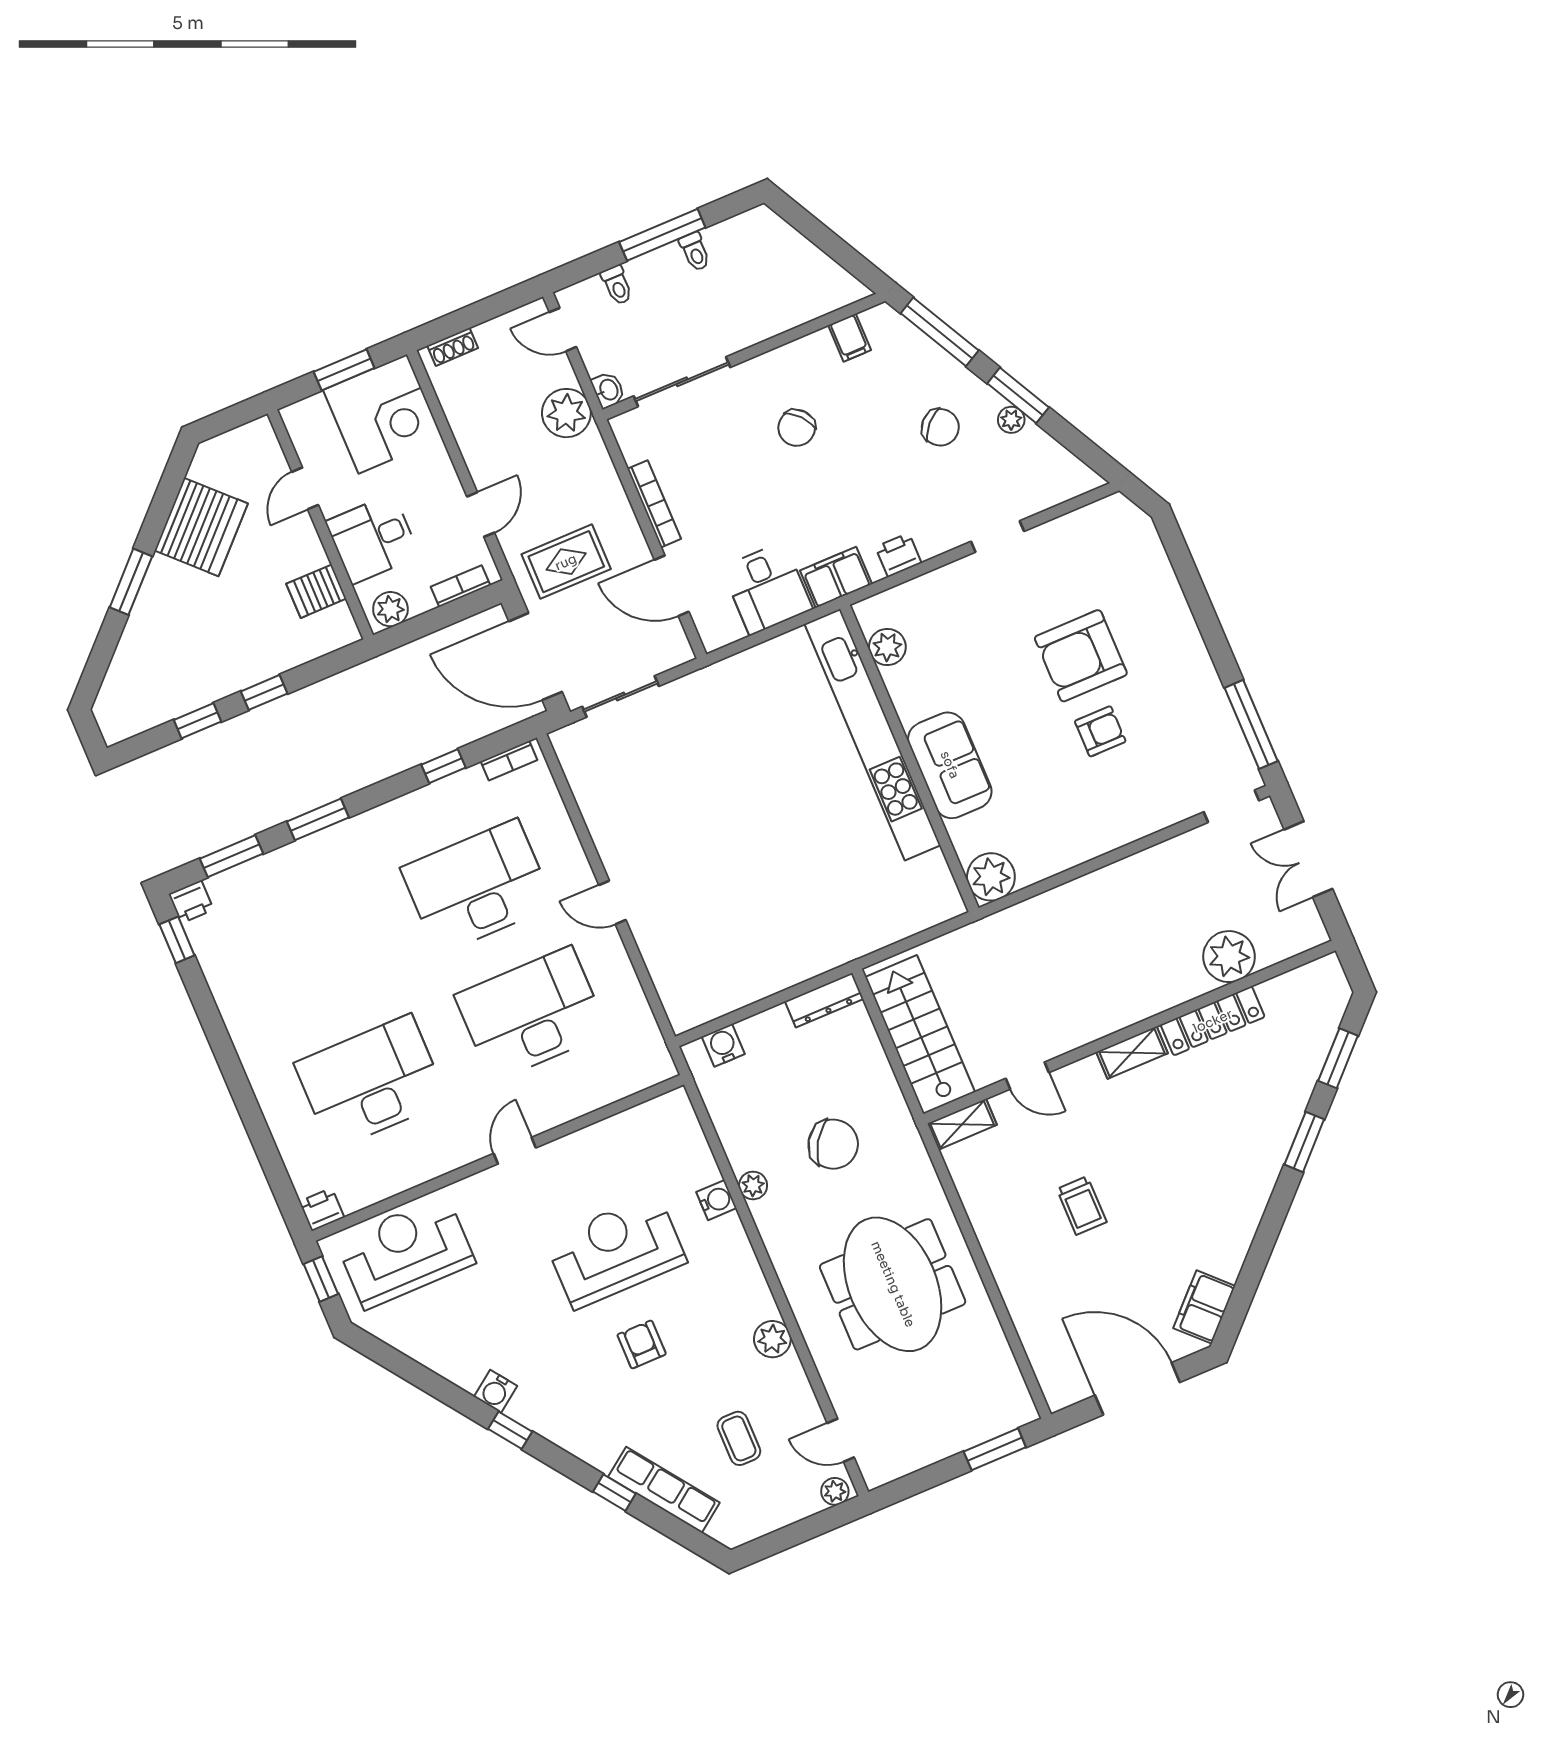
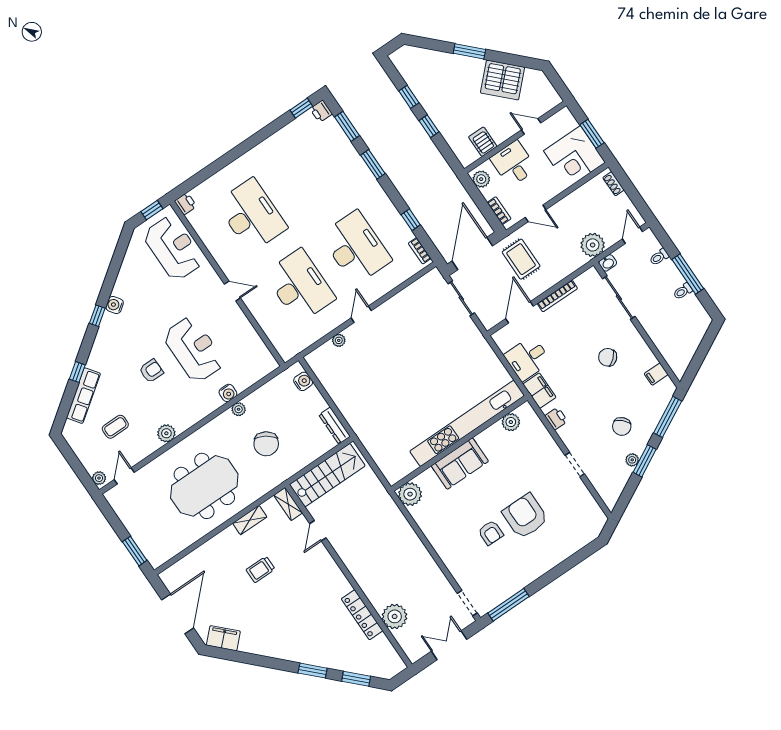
plant: (656, 958) -> (339, 340), added
shelving: (1132, 1053) -> (250, 520), moved, turned 90

